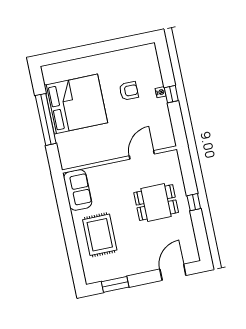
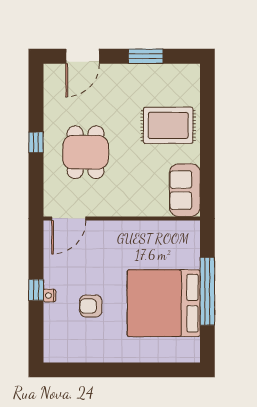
door: (142, 155) -> (69, 219), moved
dining table: (156, 203) -> (86, 152), turned 90
rug: (100, 235) -> (168, 125), turned 90
window: (115, 284) -> (146, 56), moved

